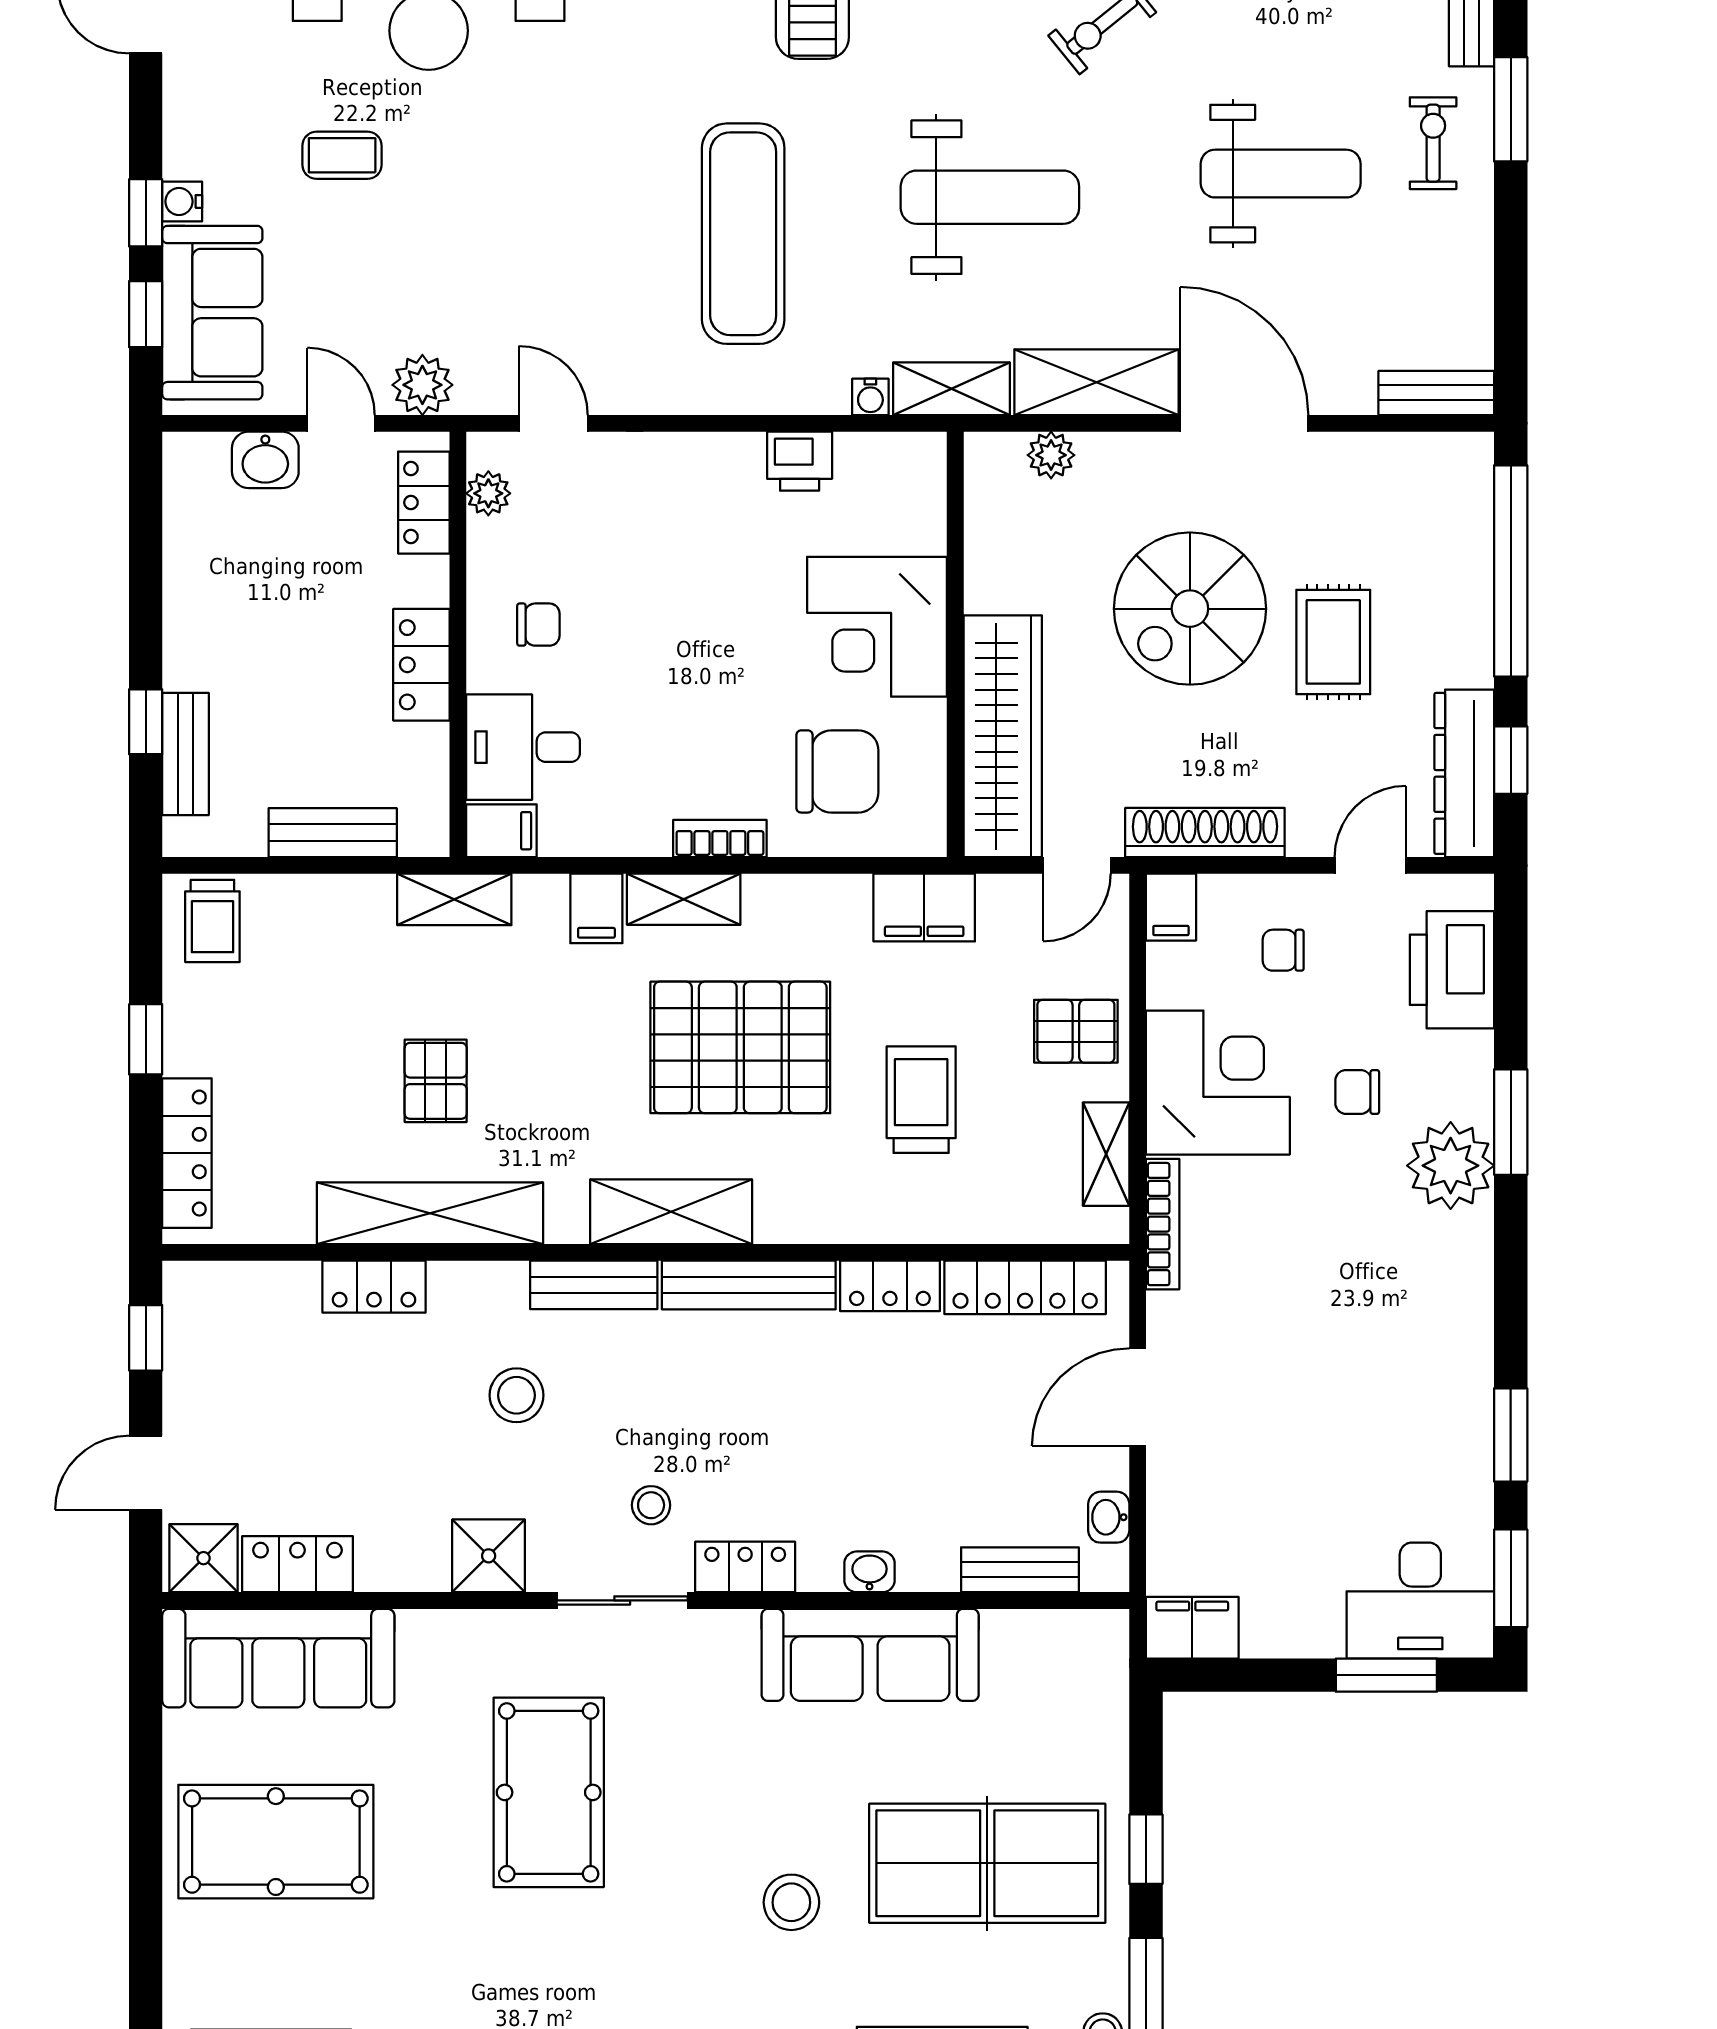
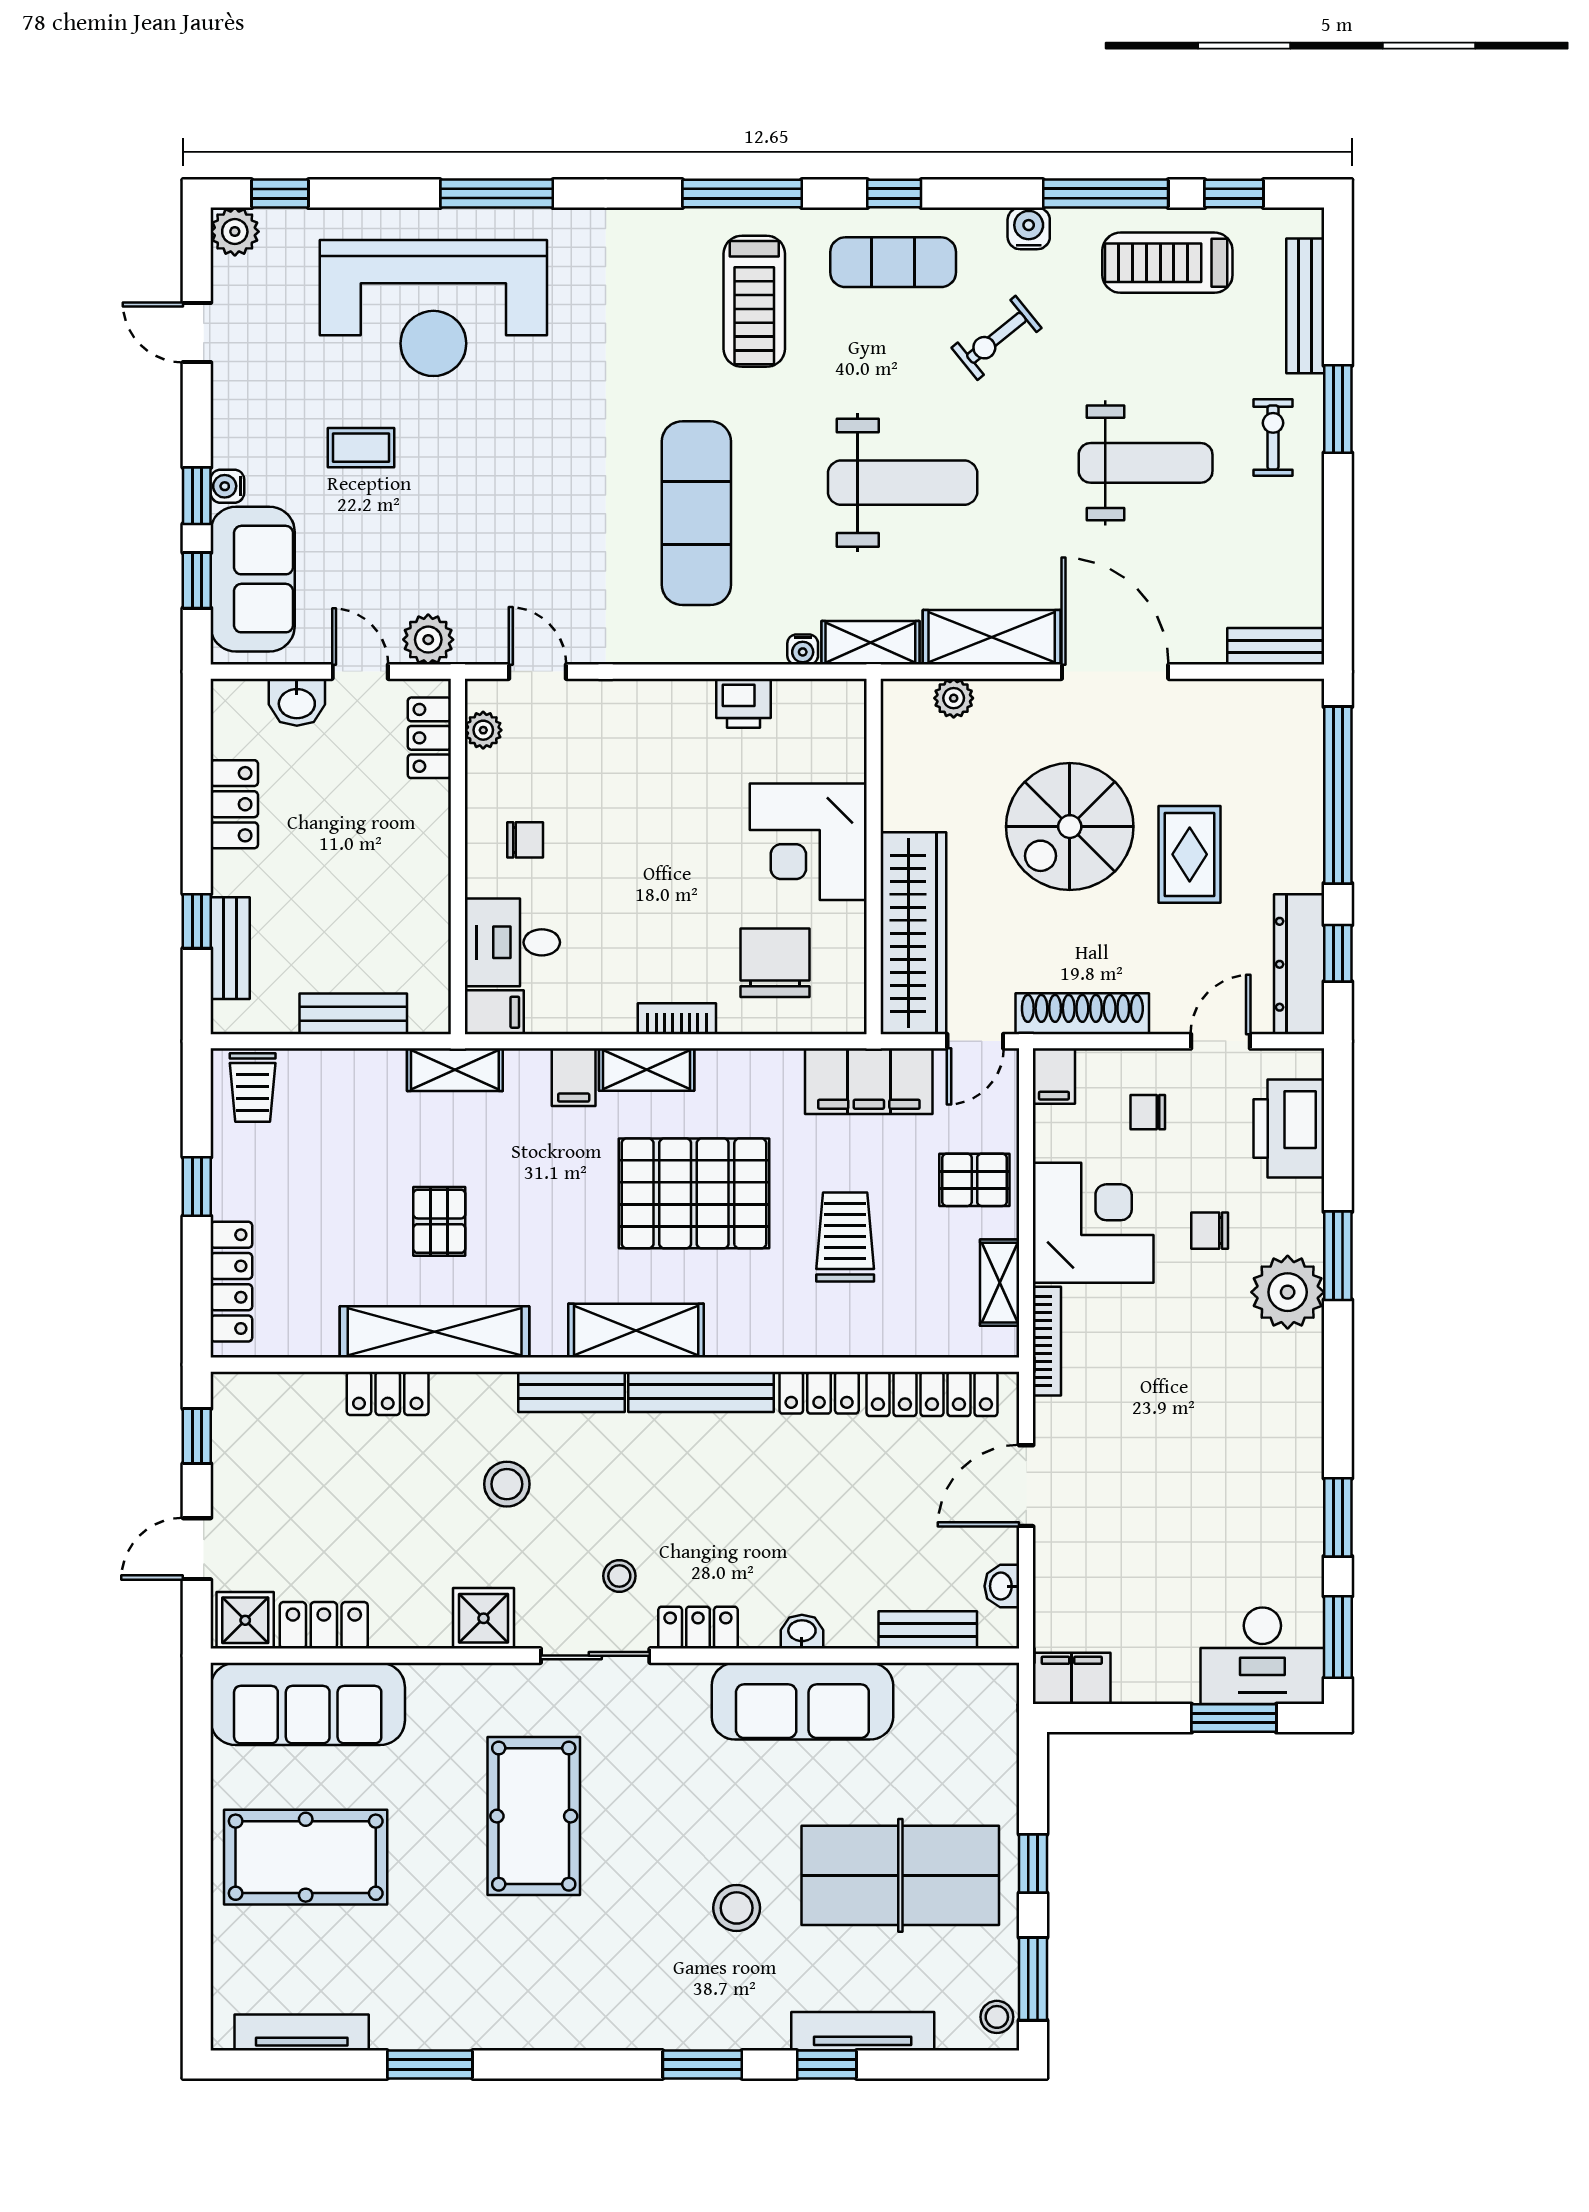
locker: (421, 665) -> (234, 804), moved, turned 180
chair: (837, 771) -> (775, 963), turned -90
filing cabinet: (924, 908) -> (869, 1081), width x1.50, depth x1.17

